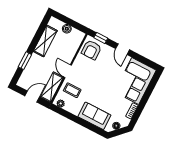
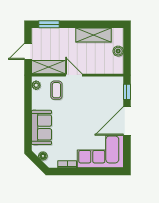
door: (123, 49) -> (127, 121), width x1.88
armchair: (91, 50) -> (109, 88), removed
window: (25, 61) -> (49, 24), moved
door: (68, 71) -> (74, 75), hinge flipped
door: (32, 97) -> (28, 51), swing flipped

